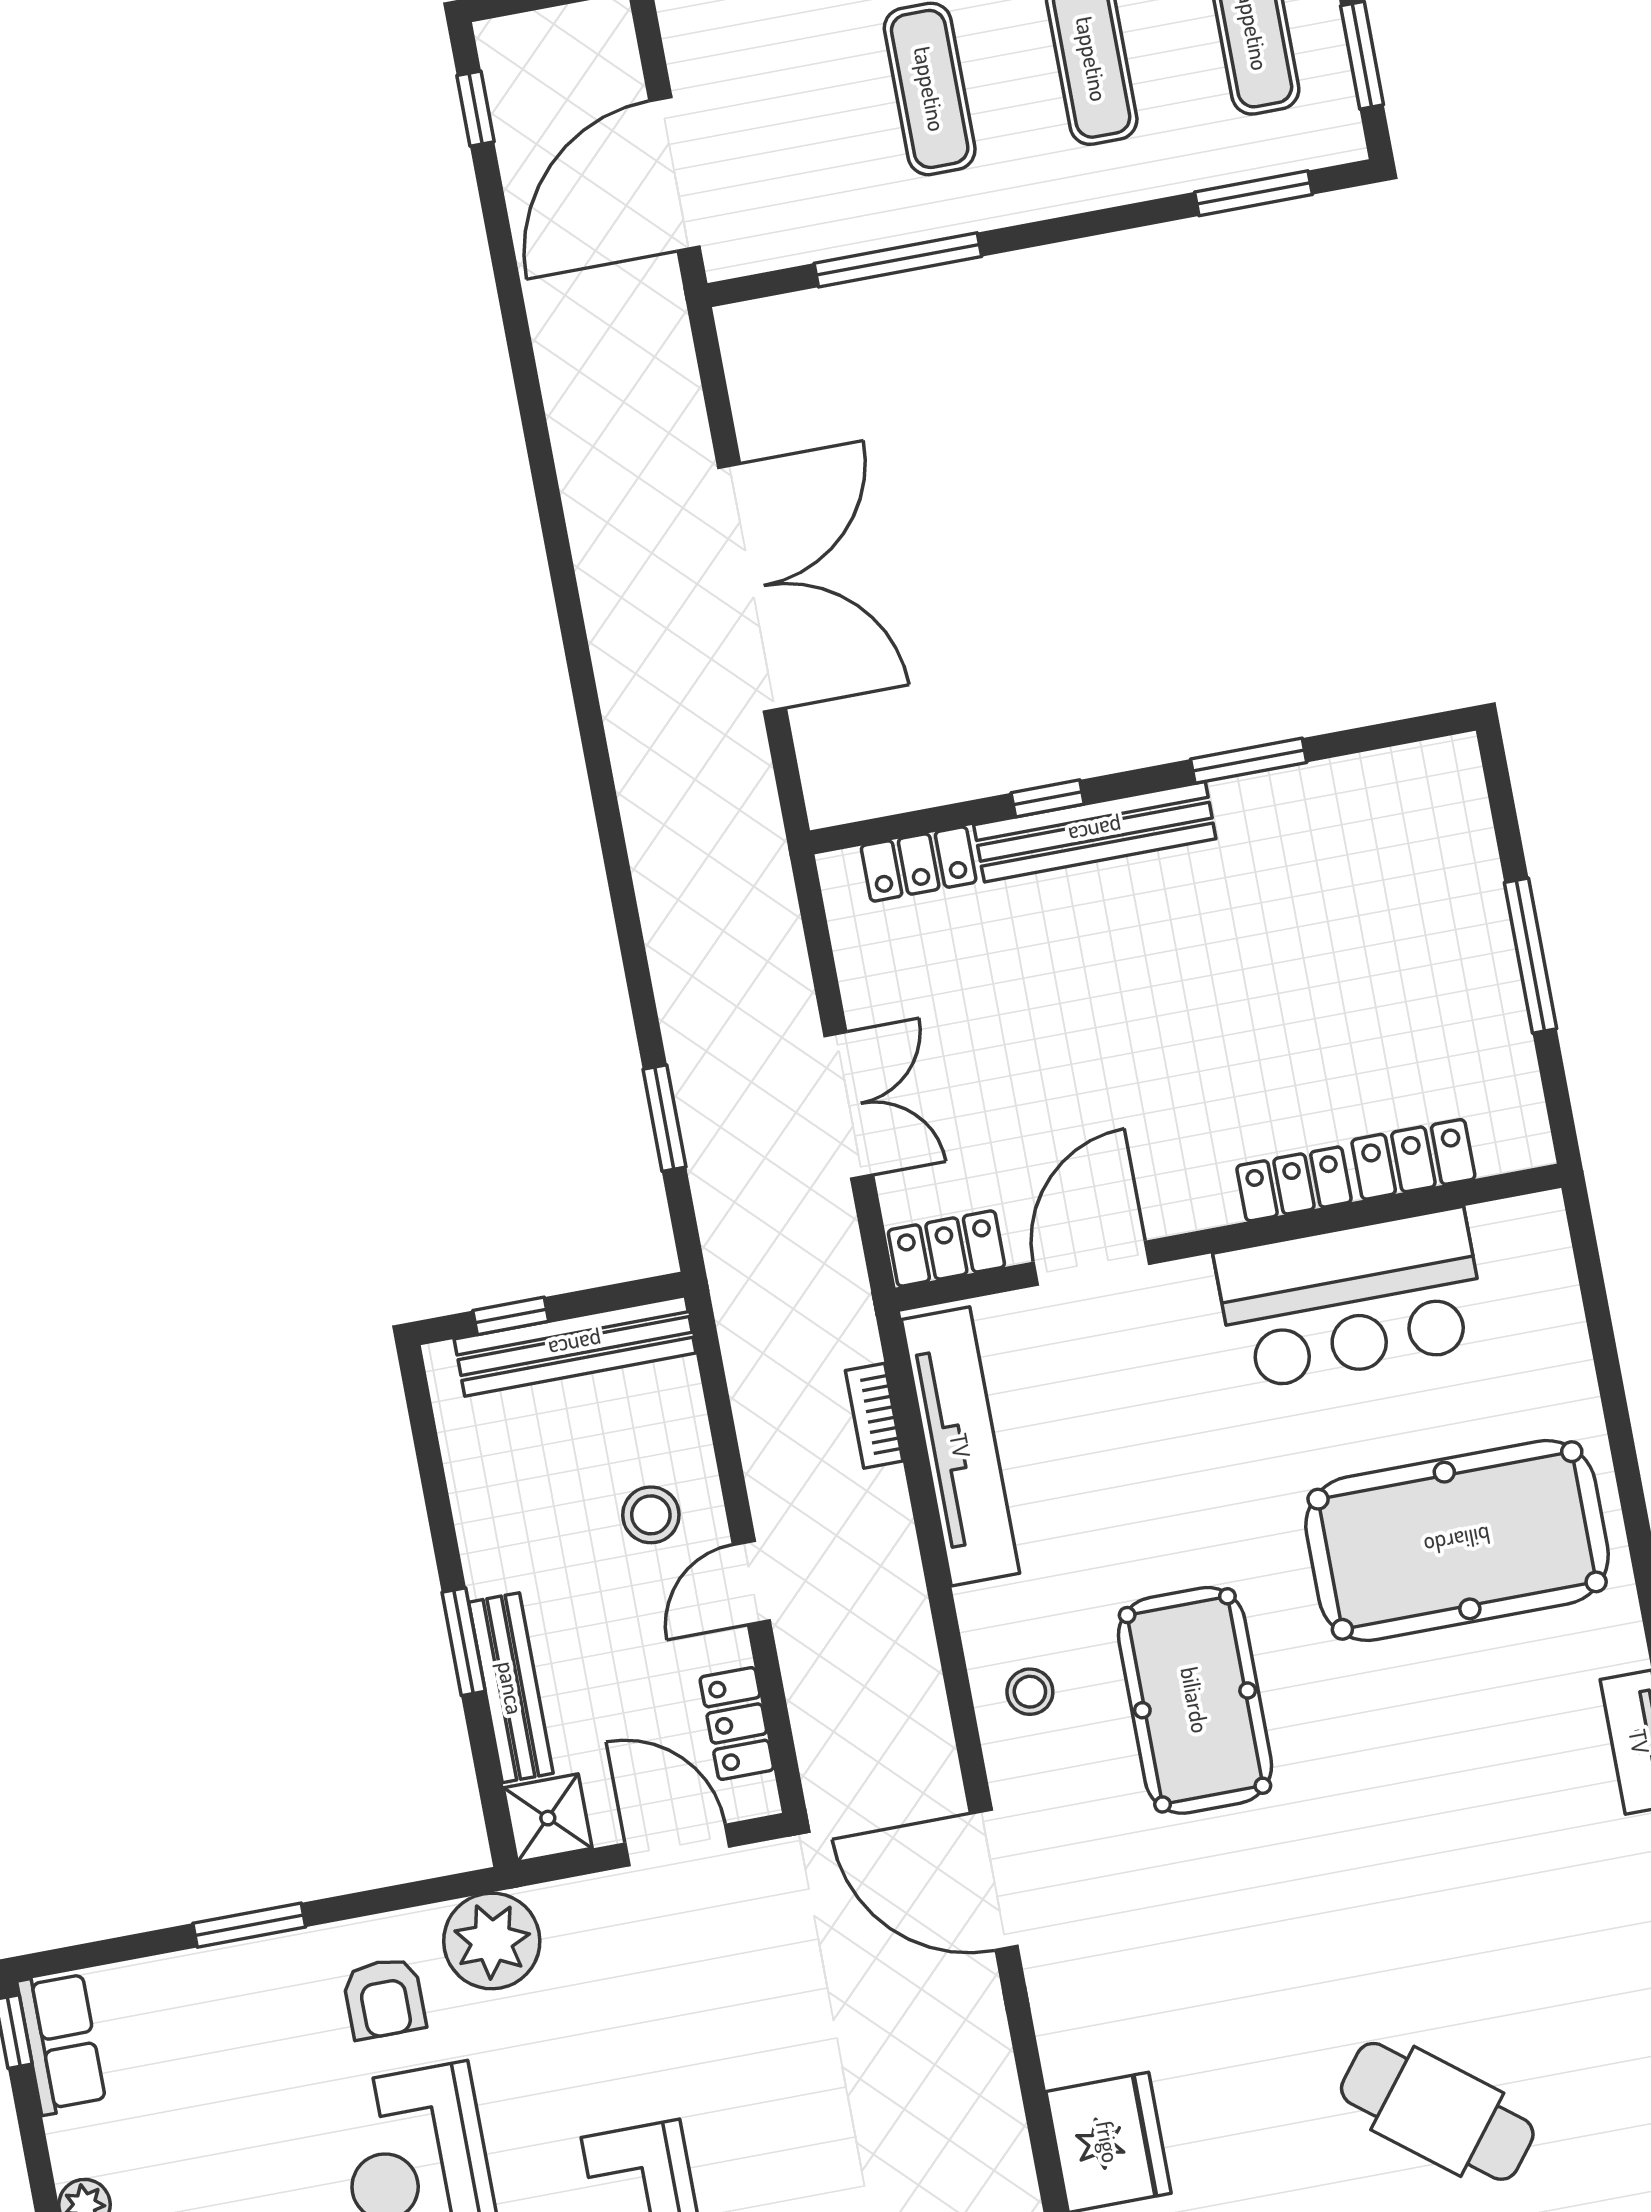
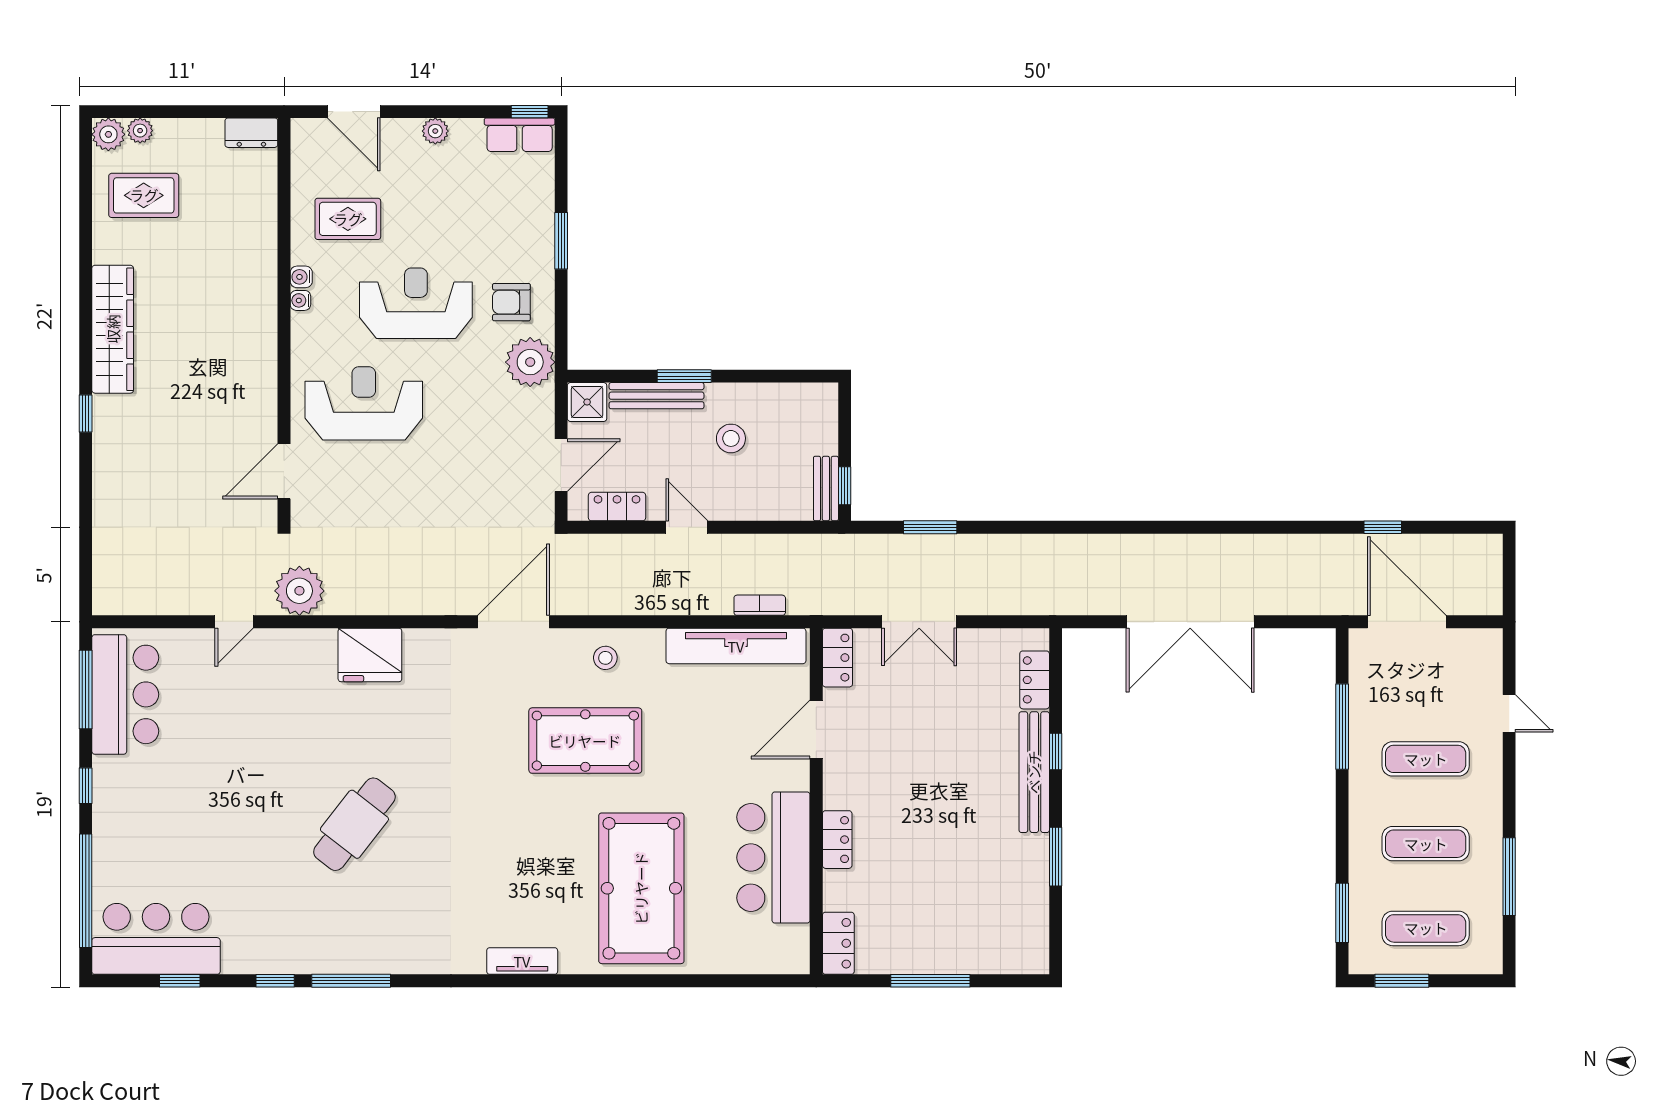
window: (476, 109) -> (1383, 527), moved
locker: (1413, 1159) -> (838, 943), moved
door: (1091, 1263) -> (816, 730), swing flipped
window: (511, 1316) -> (845, 486), moved
bench: (575, 1346) -> (826, 489), width x0.54, depth x0.82
stool: (651, 1515) -> (731, 438), moved

